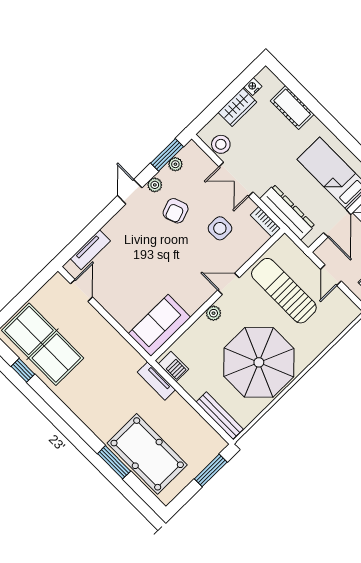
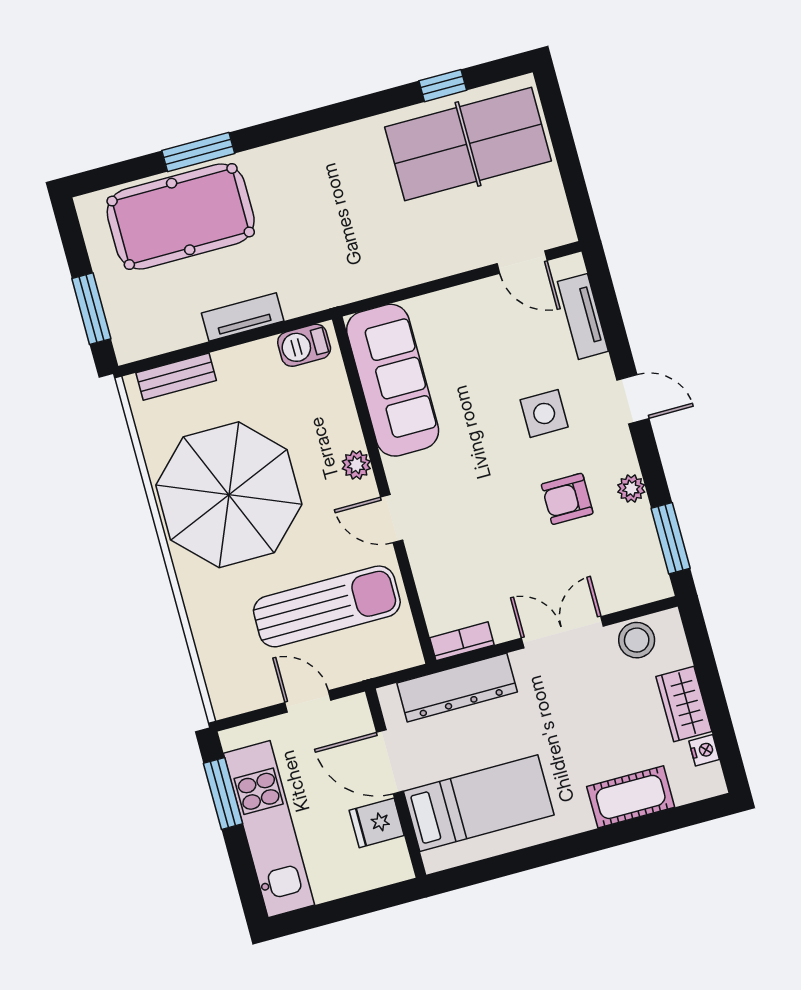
plant: (175, 164) -> (647, 544), removed
door: (130, 192) -> (633, 399), moved
armchair: (176, 211) -> (567, 499), turned -70
side table: (220, 228) -> (544, 413), moved
door: (228, 284) -> (392, 519), swing flipped
sofa: (159, 325) -> (393, 380), width x1.36
tv unit: (156, 381) -> (243, 317), moved
bench: (220, 416) -> (176, 377), width x0.73

